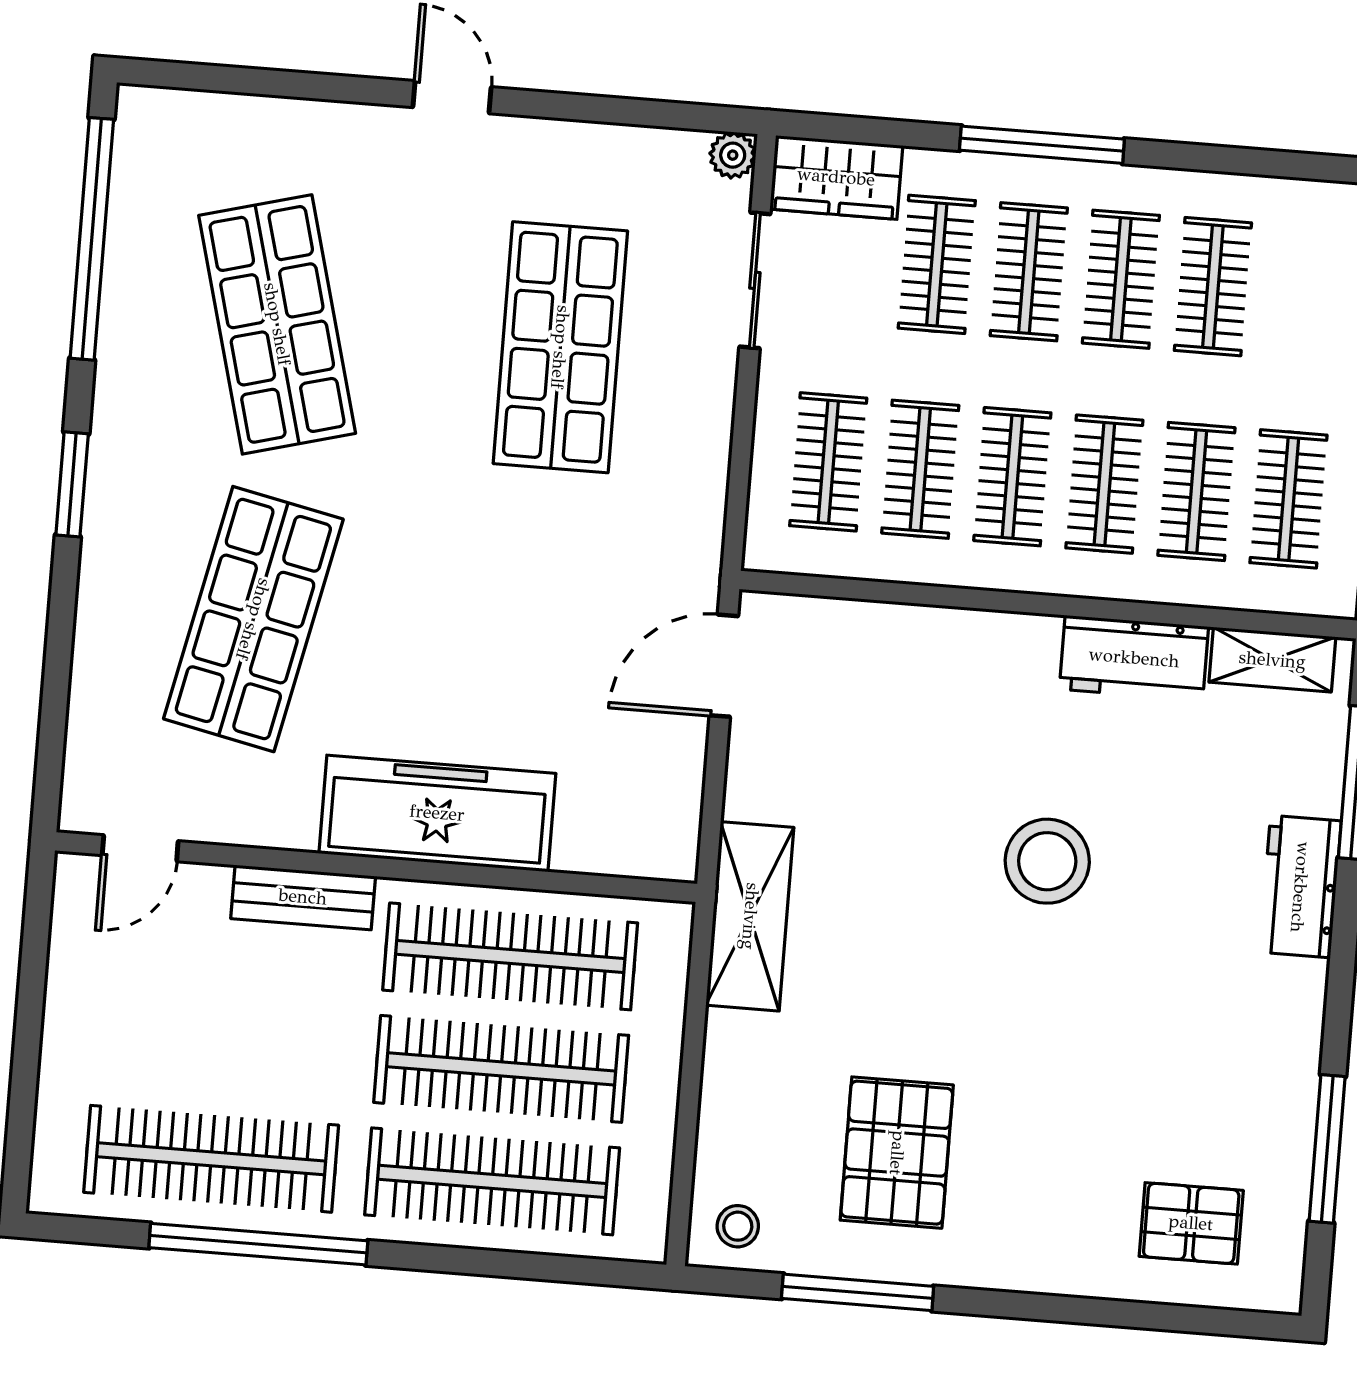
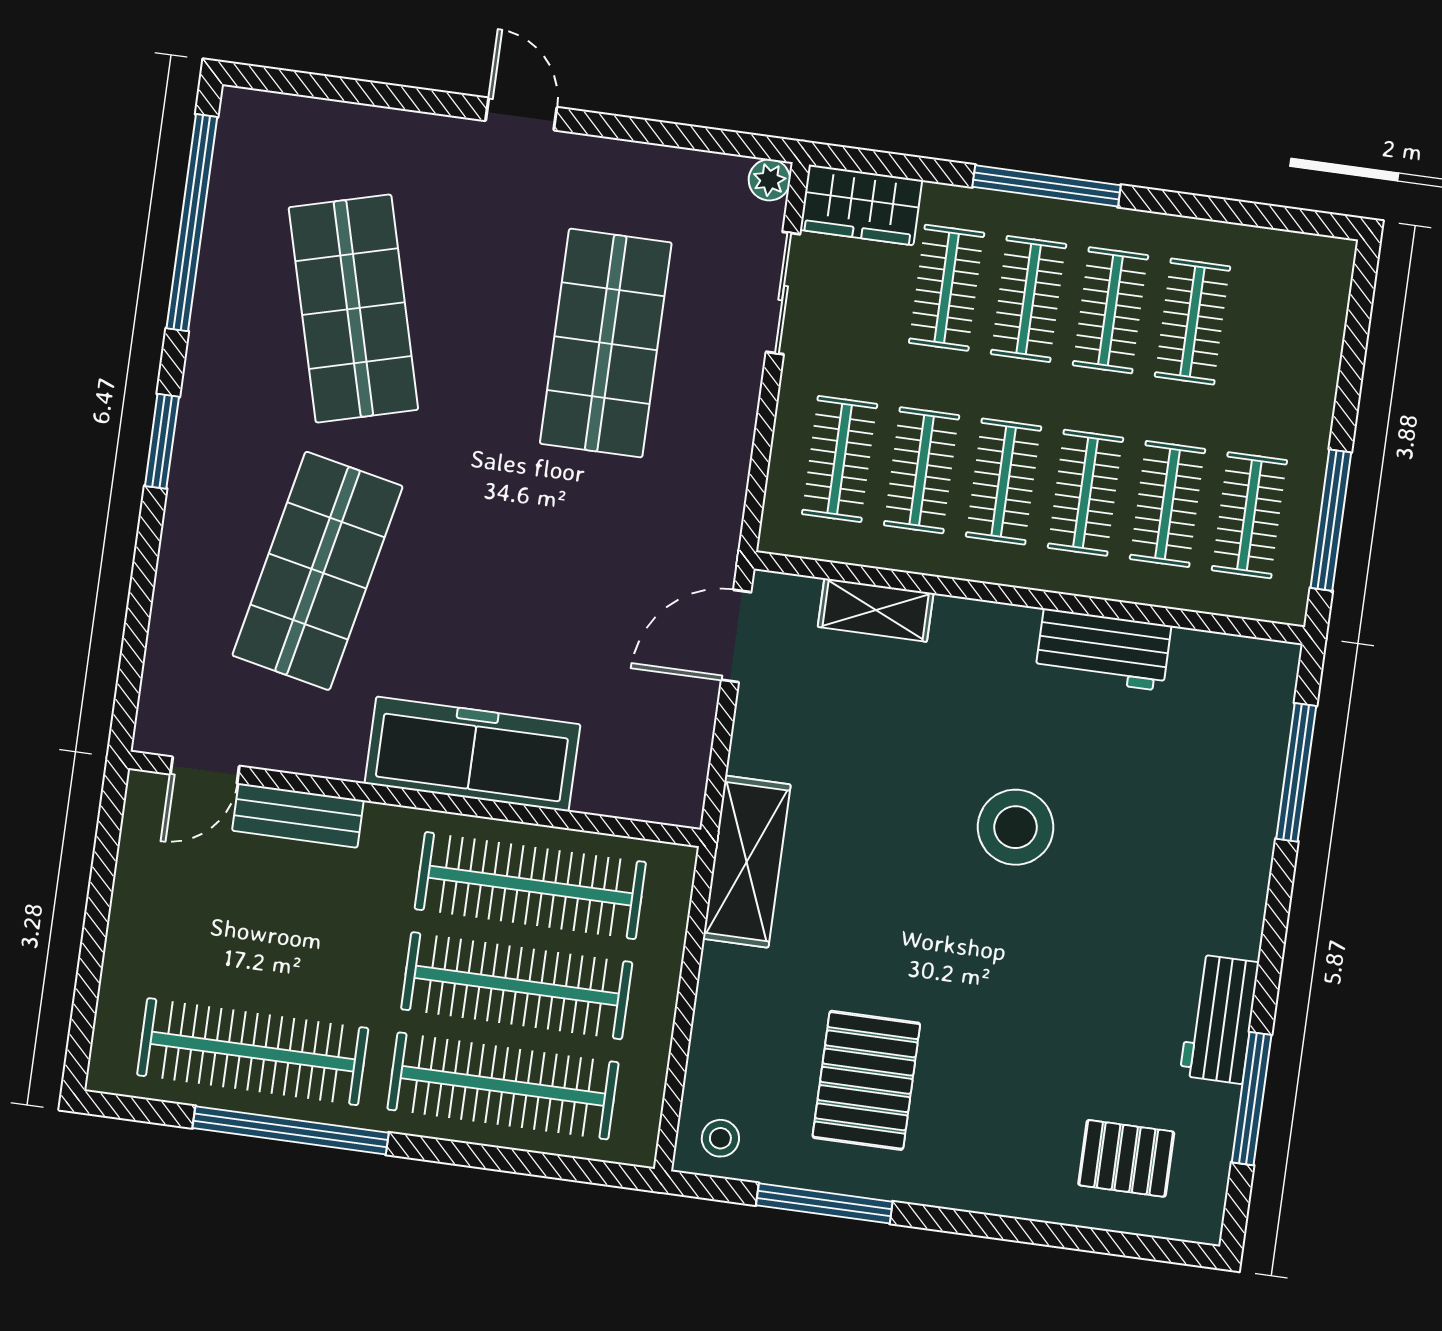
shelving: (1272, 660) -> (876, 610), moved
workbench: (1300, 887) -> (1219, 1019), moved
bench: (303, 897) -> (298, 815), moved

